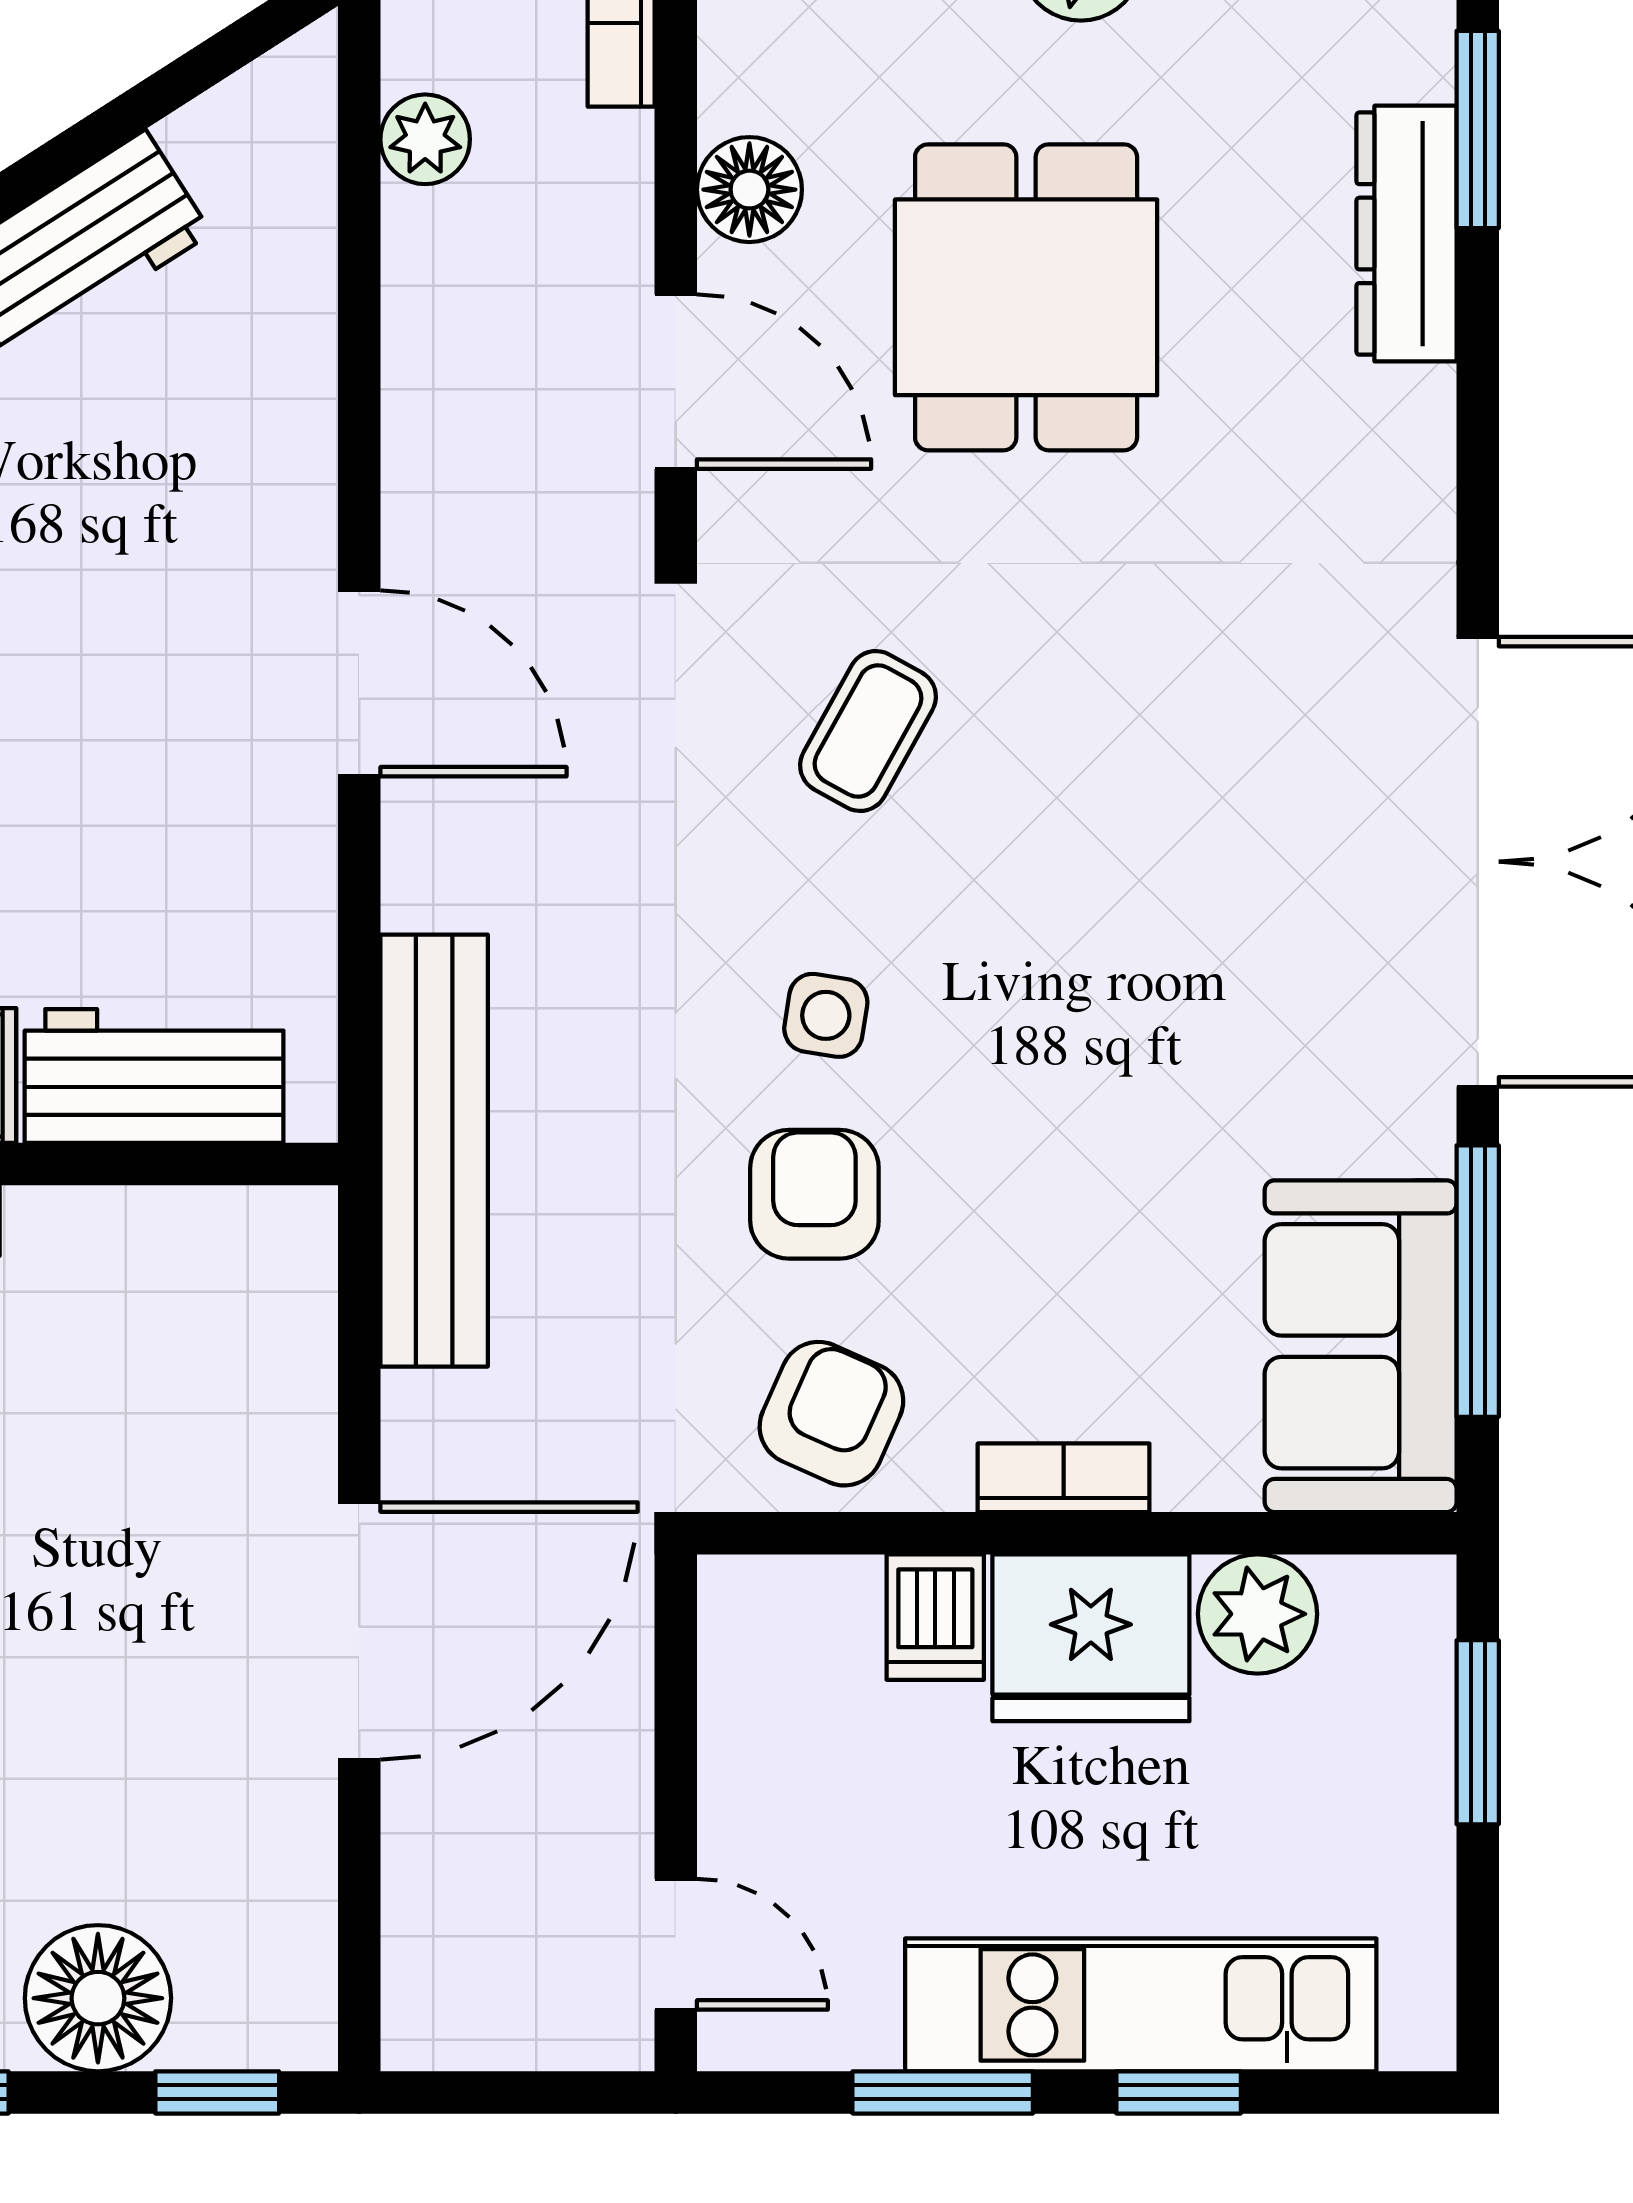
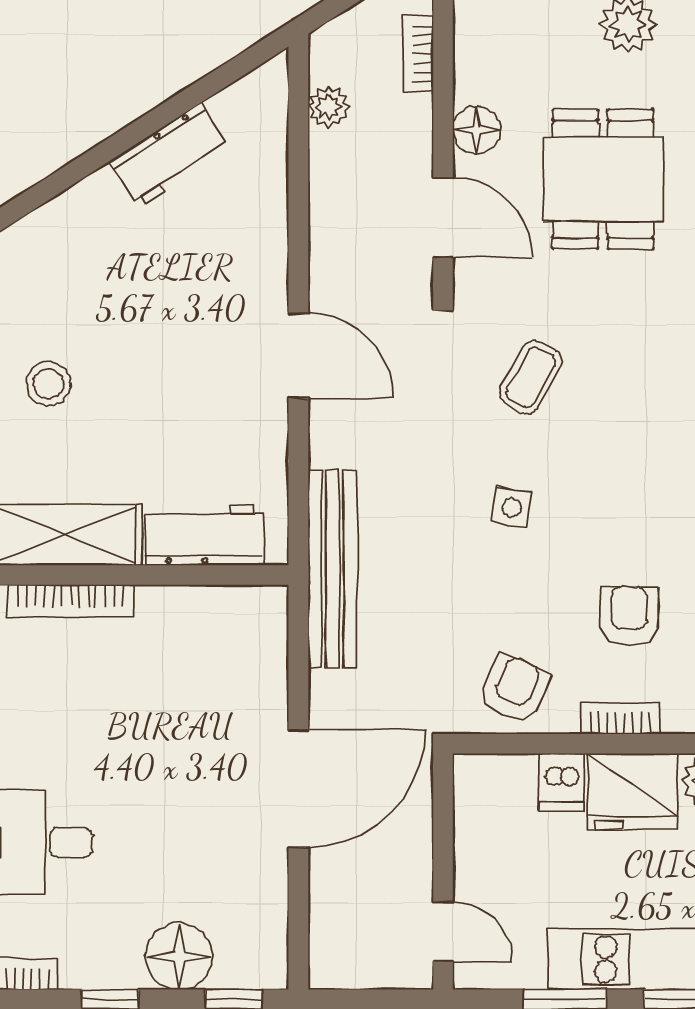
armchair: (814, 1194) -> (629, 616), moved

